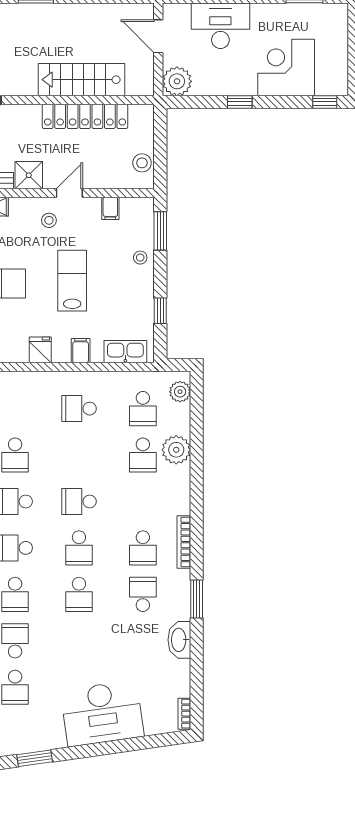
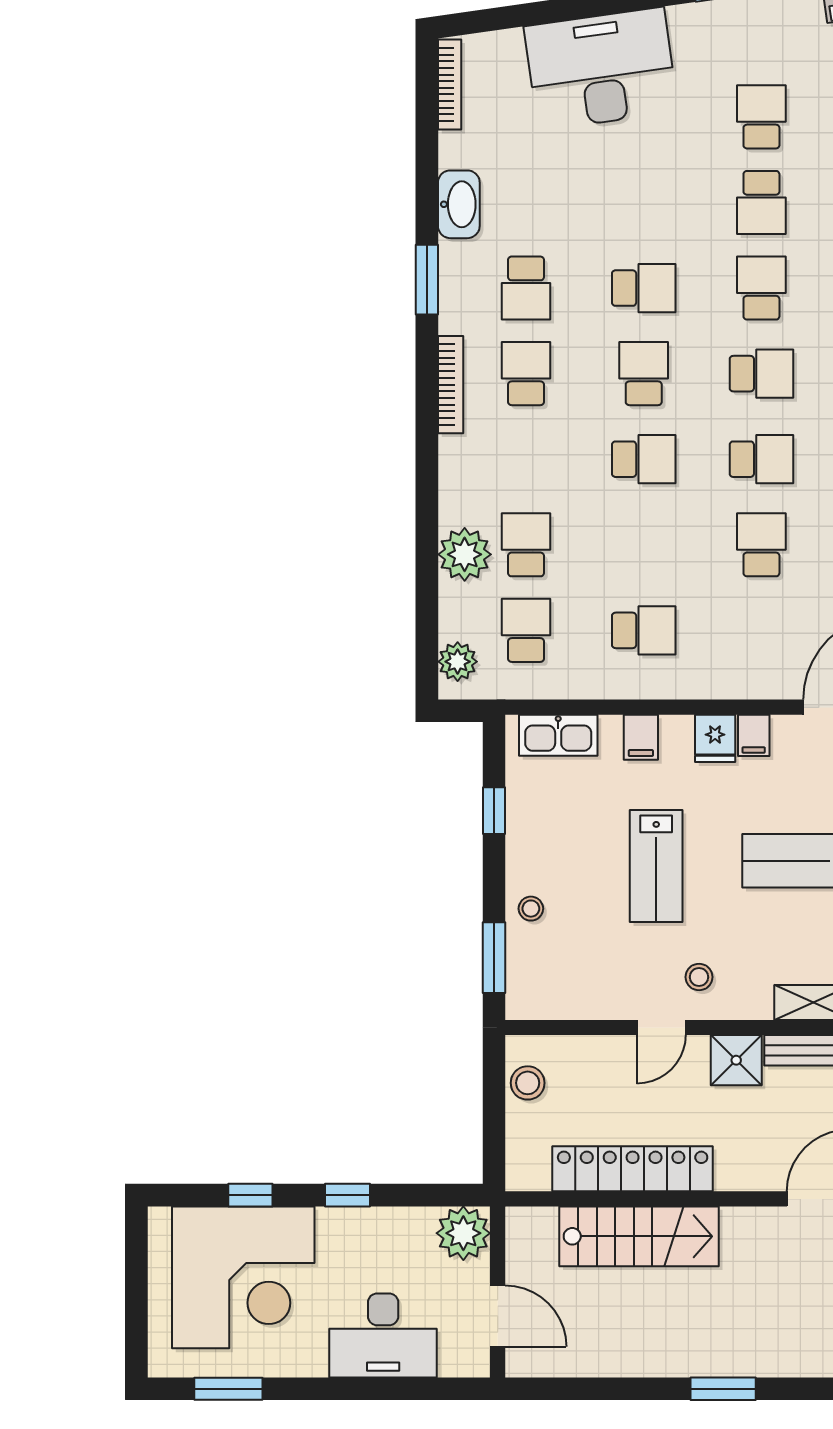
corner desk: (286, 68) -> (243, 1277), width x1.36, depth x1.36
window: (325, 102) -> (250, 1195), moved
filing cabinet: (110, 208) -> (754, 735), moved, turned 180
school desk: (79, 594) -> (644, 288), turned 90
bookcase: (184, 714) -> (450, 85), width x1.56

